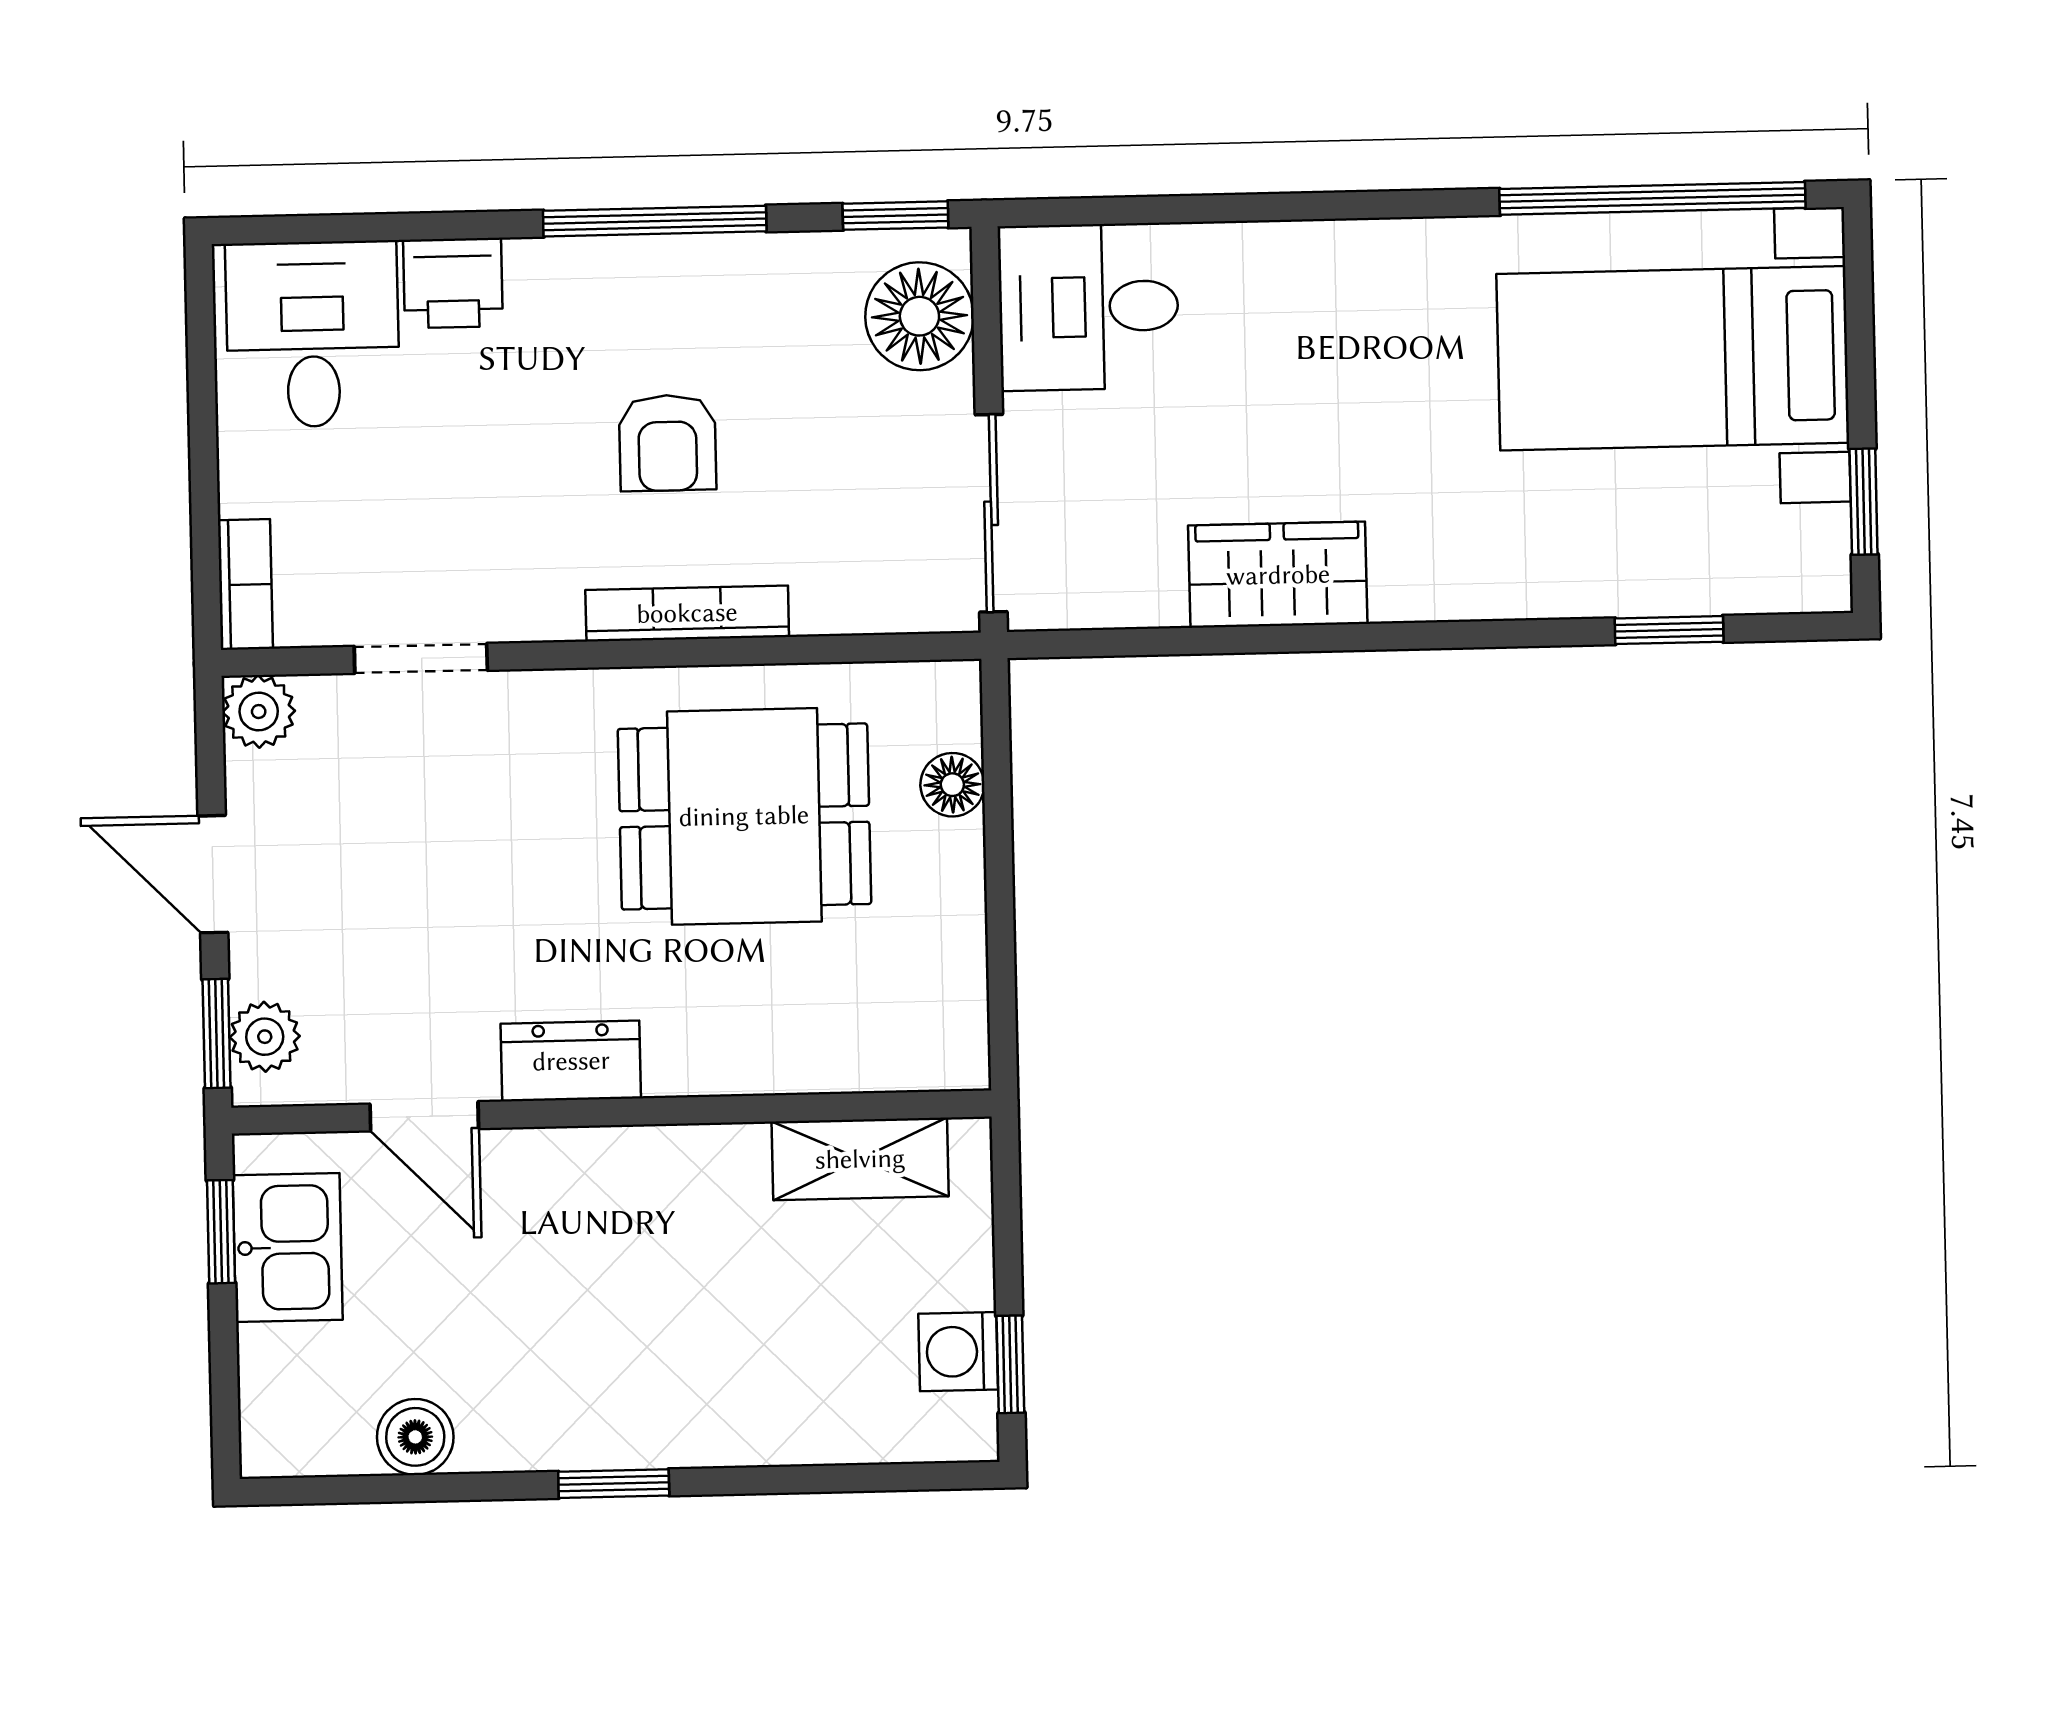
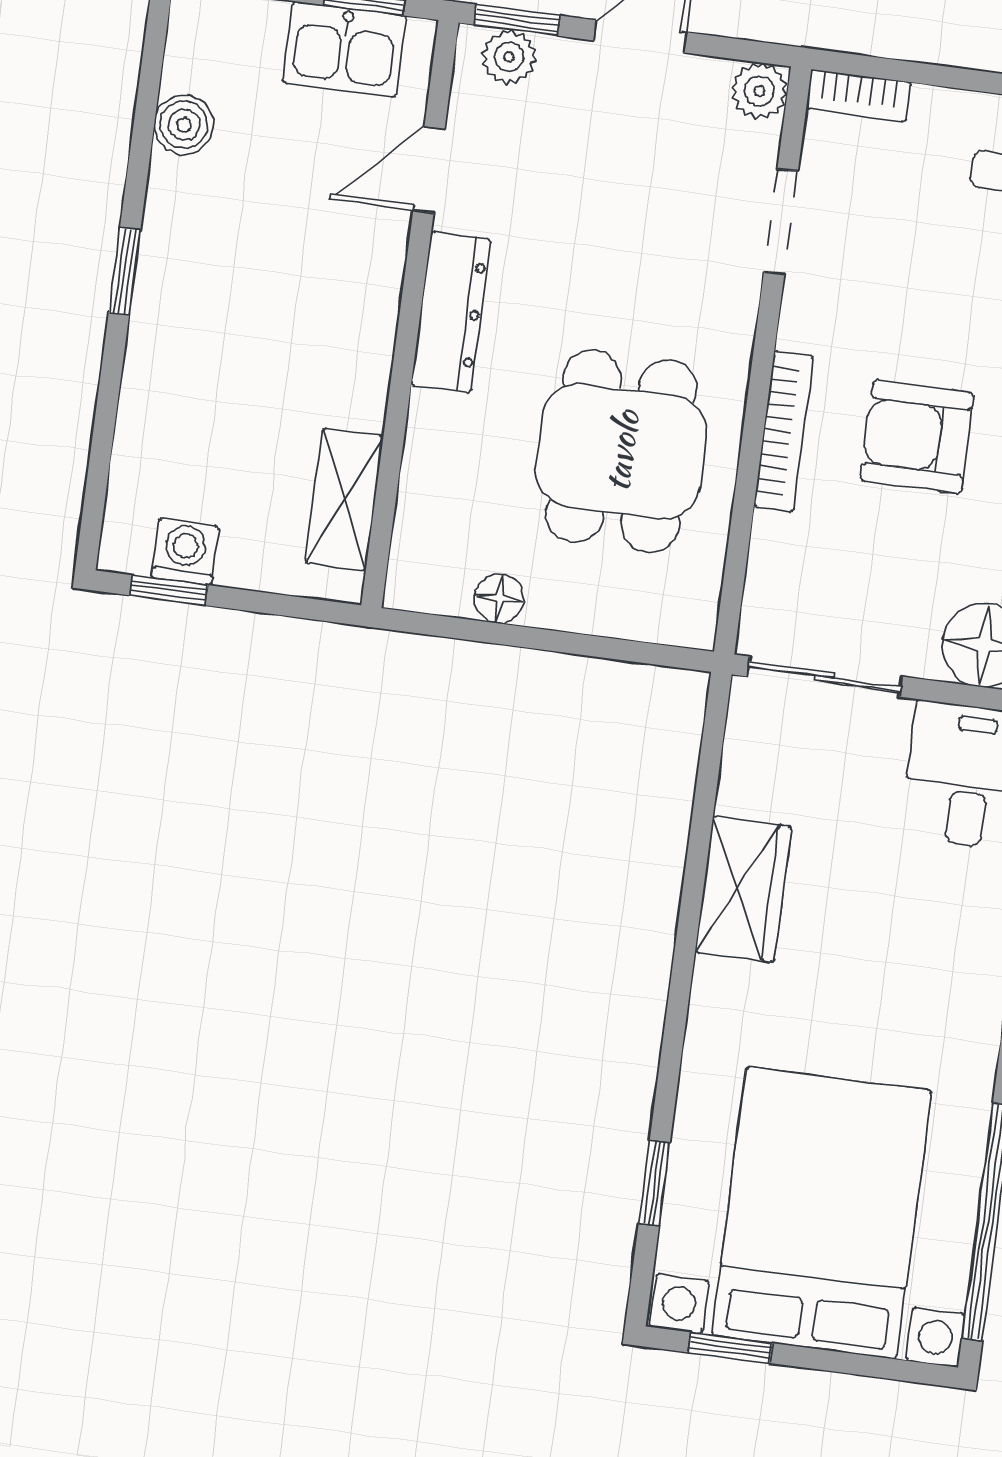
bed with nightstands: (1673, 358) -> (821, 1213), width x1.36
armchair: (667, 443) -> (917, 437), width x1.38, depth x1.38
floor lamp: (952, 785) -> (499, 599), moved
dresser: (571, 1061) -> (451, 312), width x1.44

